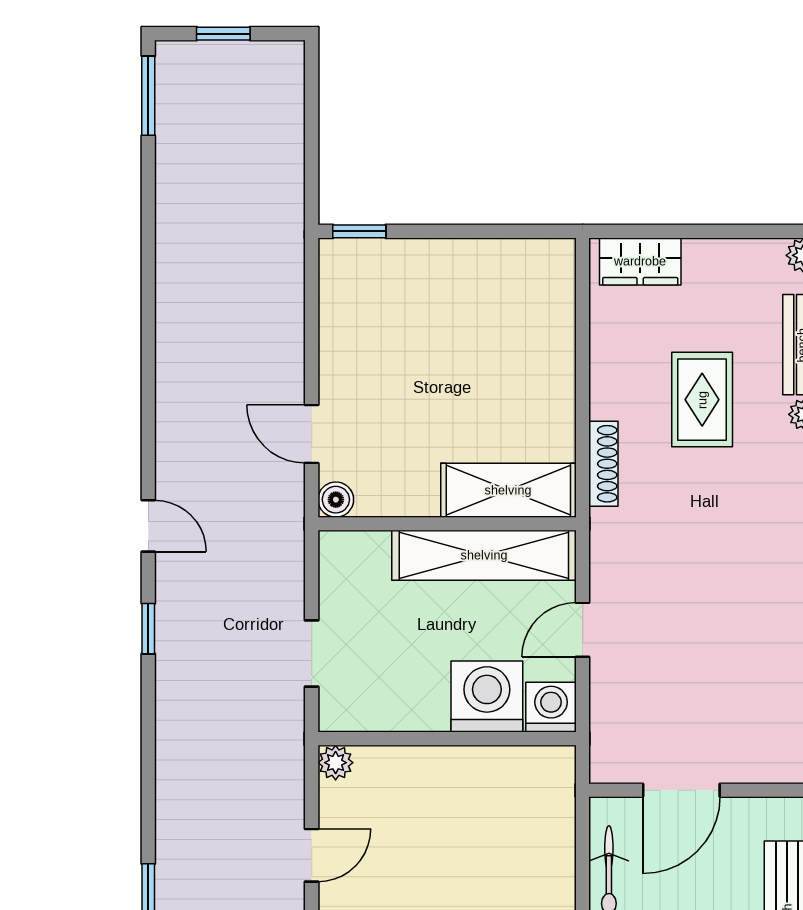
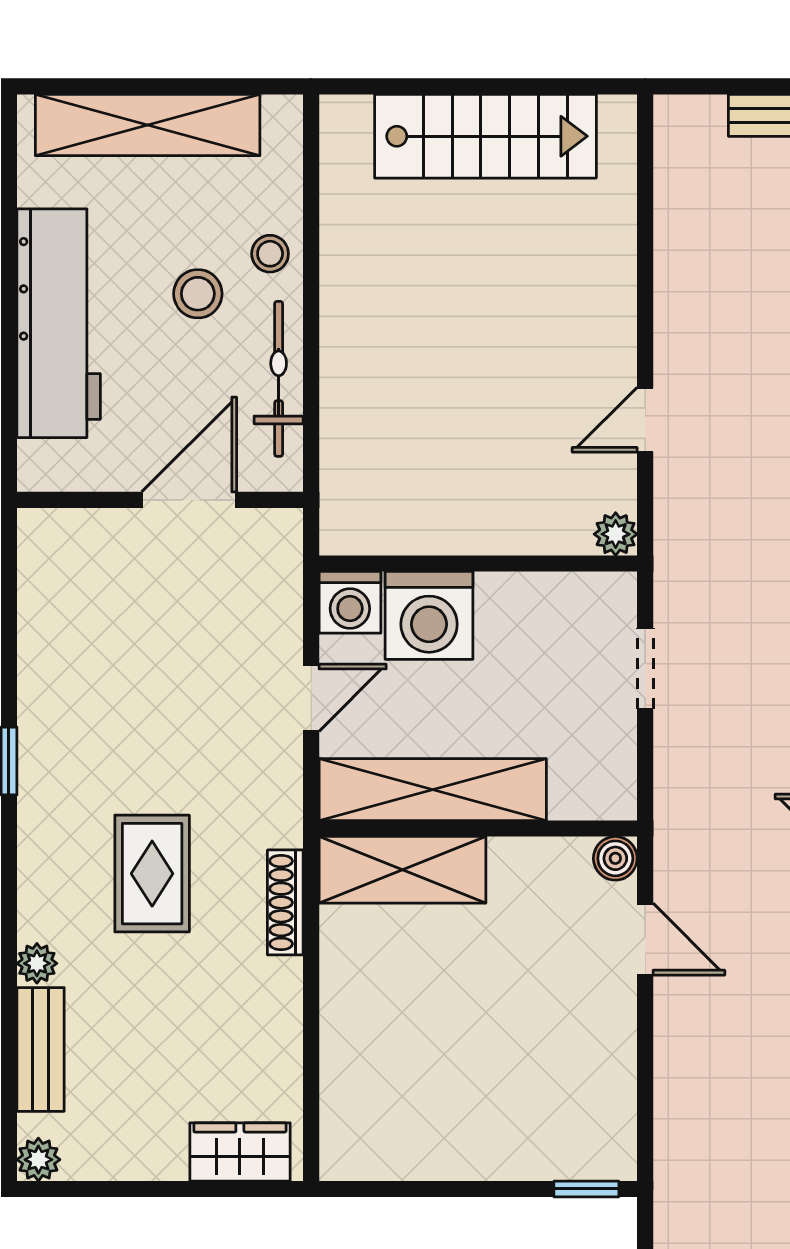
rug: (702, 400) -> (152, 874), moved

